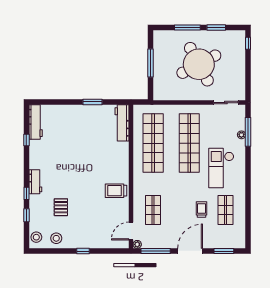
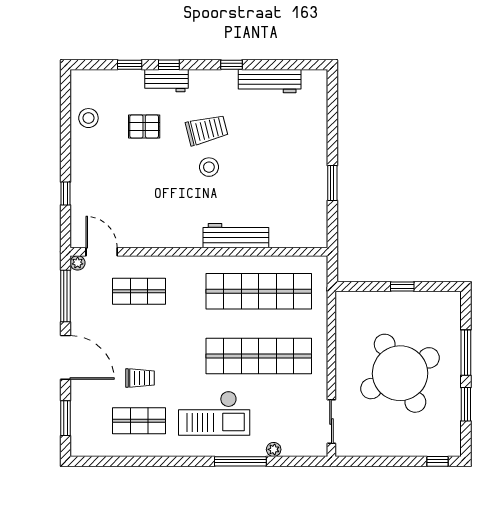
window: (150, 63) -> (402, 287), width x0.46
workbench: (36, 122) -> (270, 81), moved
workbench: (122, 123) -> (236, 236), moved
window: (248, 132) -> (240, 461), moved
window: (26, 140) -> (231, 65), moved
checkout: (221, 168) -> (214, 413), turned 180
workbench: (35, 182) -> (167, 81), moved
trolley: (116, 191) -> (207, 130), moved, turned 76
stool: (36, 237) -> (209, 167), moved
window: (83, 251) -> (66, 194), moved

